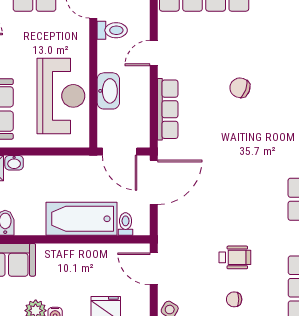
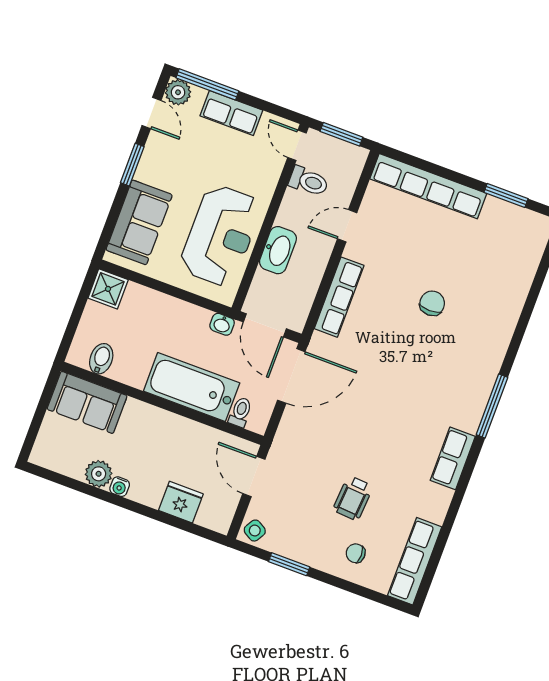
chair: (240, 88) -> (432, 303), turned 70
washbasin: (14, 163) -> (222, 324), moved
wheelchair: (235, 257) -> (353, 498), turned 94
chair: (234, 299) -> (356, 553), moved

